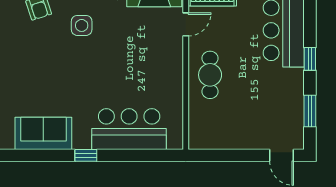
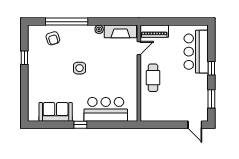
side table: (82, 25) -> (79, 68), moved

